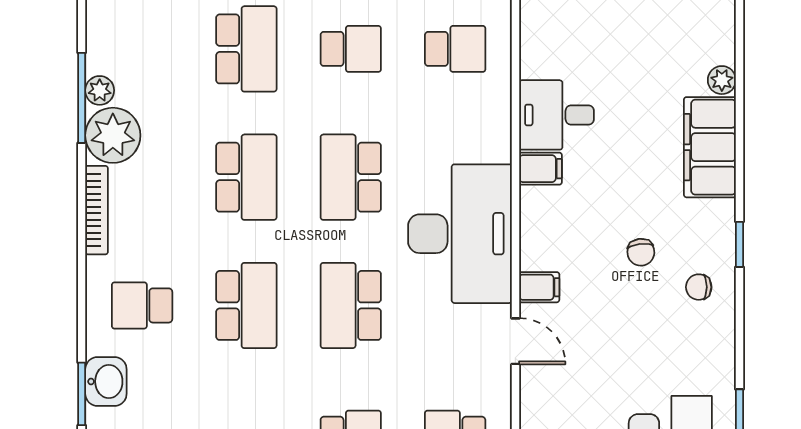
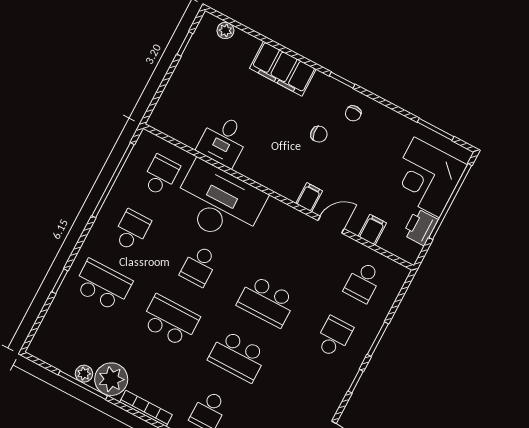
plant: (722, 80) -> (225, 30), moved
filing cabinet: (540, 169) -> (372, 230), moved
school desk: (351, 177) -> (199, 266), width x0.54
desk: (460, 234) -> (219, 203), moved
school desk: (246, 305) -> (238, 356), turned 180

